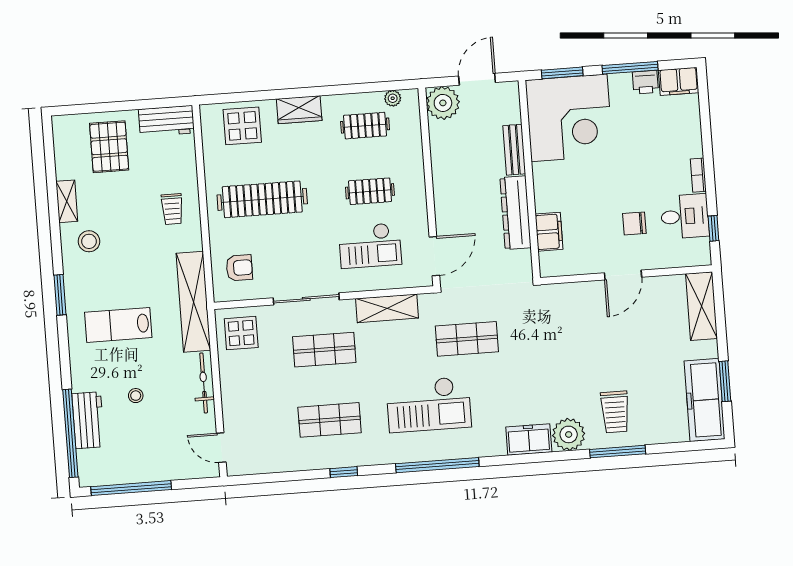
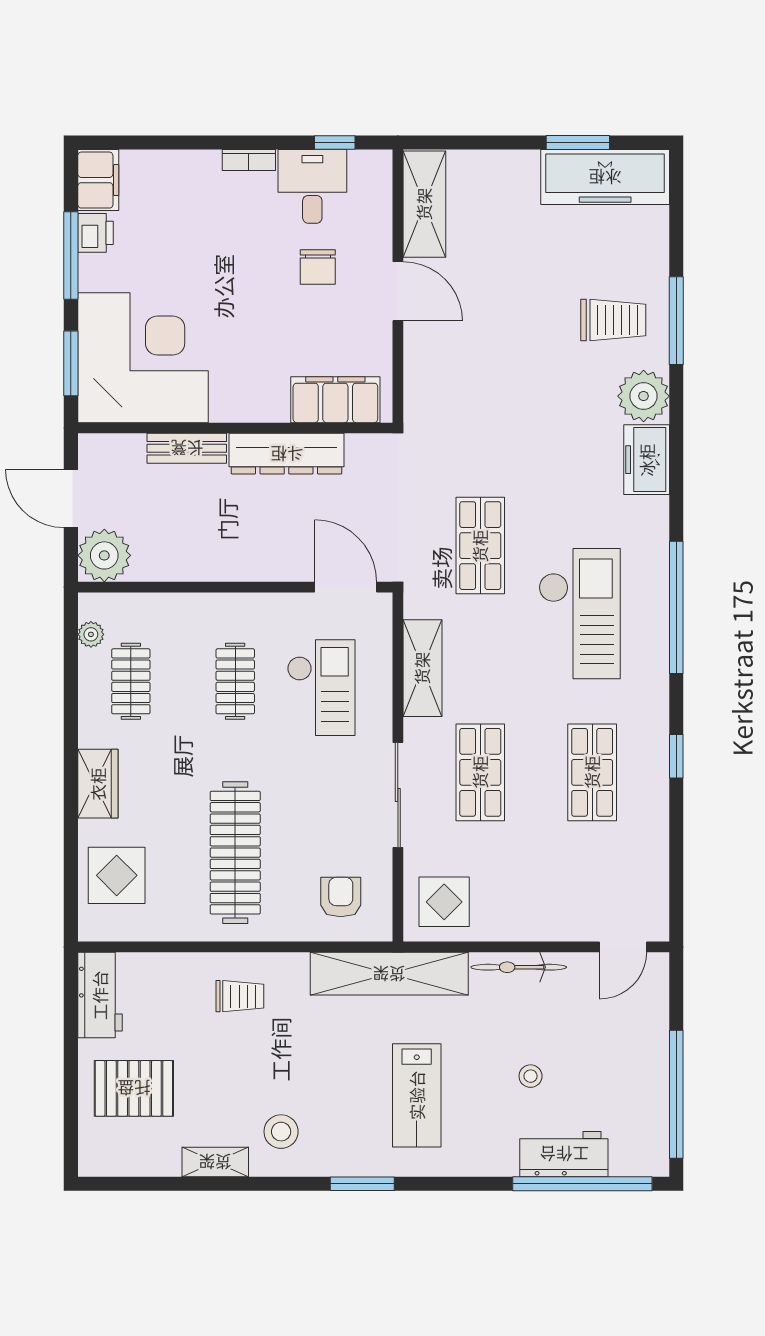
filing cabinet: (549, 232) -> (335, 400), width x1.50, depth x1.17
shelving: (701, 306) -> (424, 204), moved, turned 90

